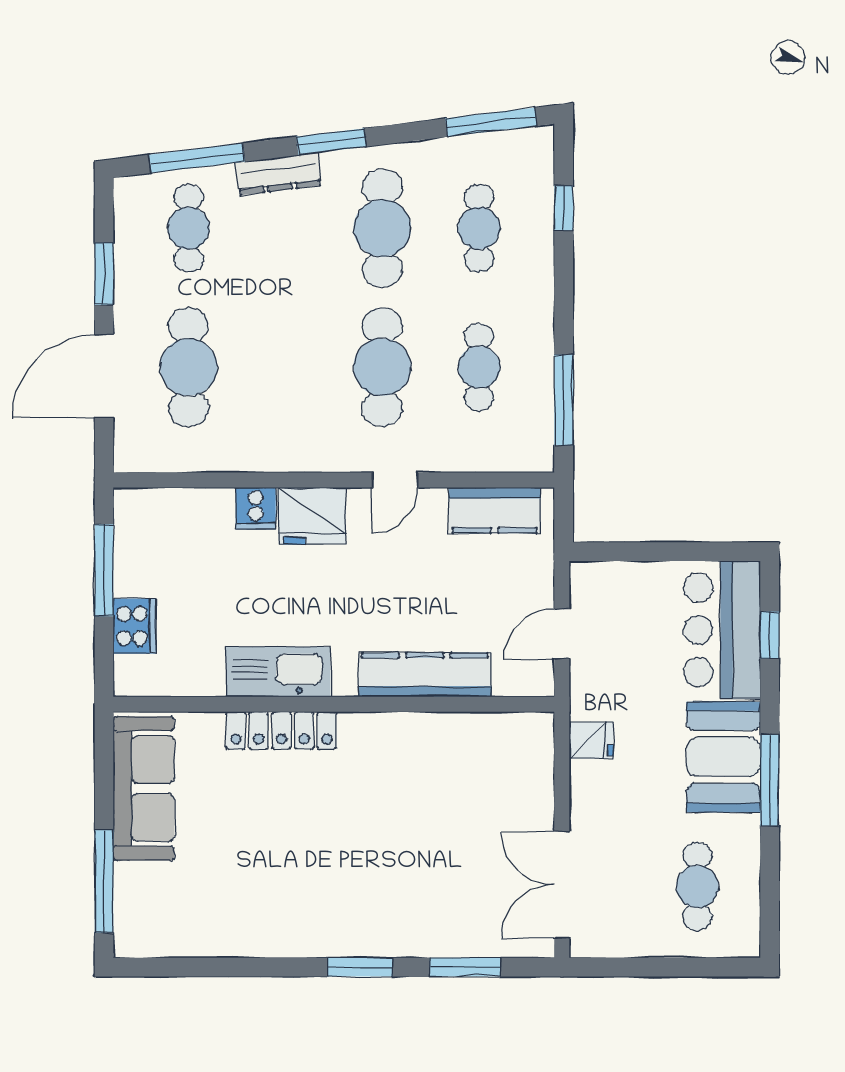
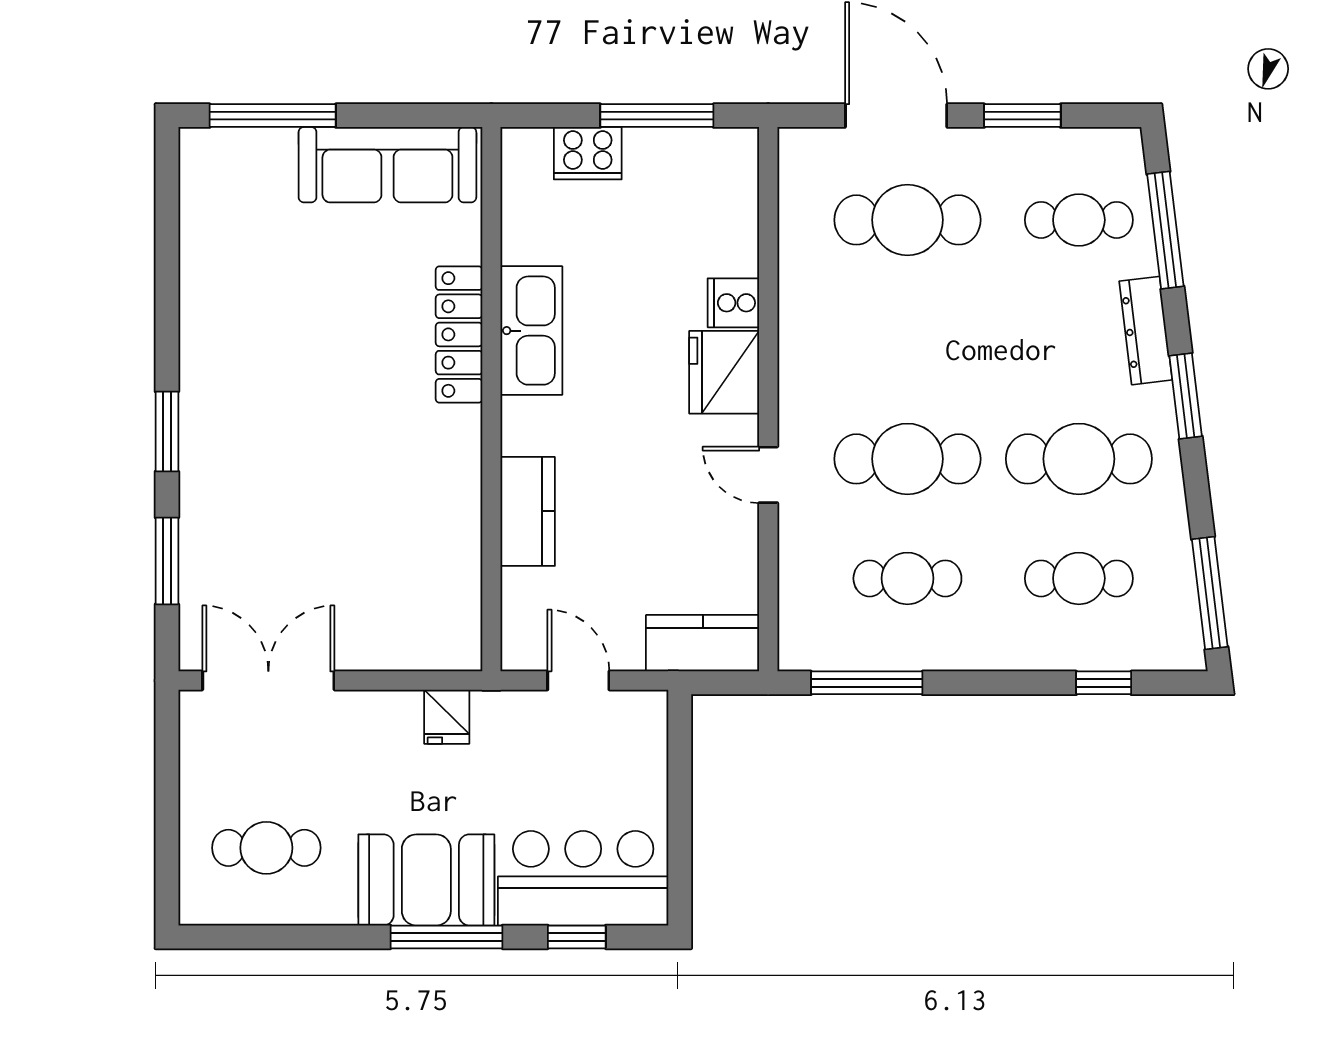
kitchen counter: (495, 510) -> (703, 643), moved, turned 90
kitchen counter: (425, 675) -> (528, 511), width x0.67
window: (770, 780) -> (447, 937), moved

